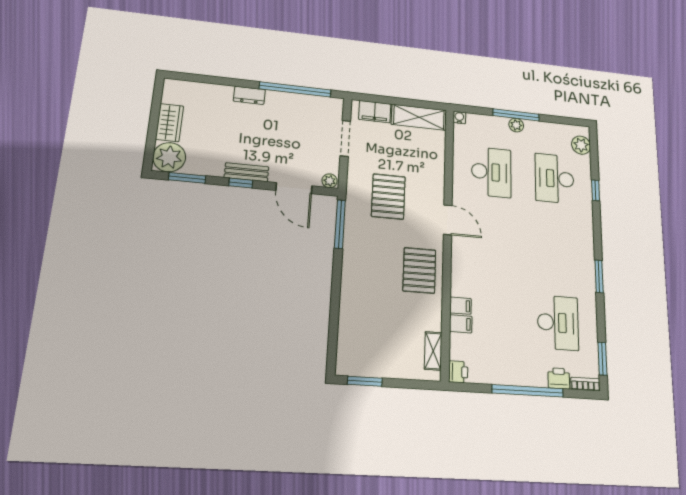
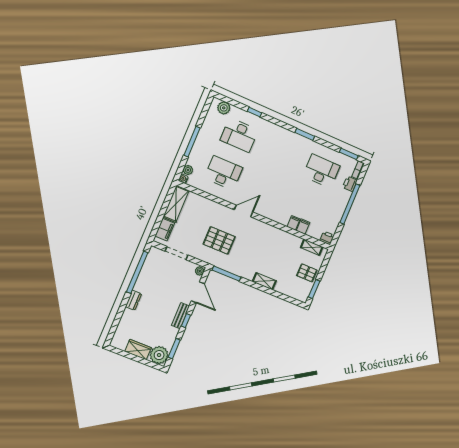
plant: (516, 125) -> (188, 170), moved
door: (294, 188) -> (198, 292), hinge flipped
pallet: (419, 270) -> (307, 273), moved, width x0.67, depth x0.71
shelving: (349, 290) -> (264, 281), added

